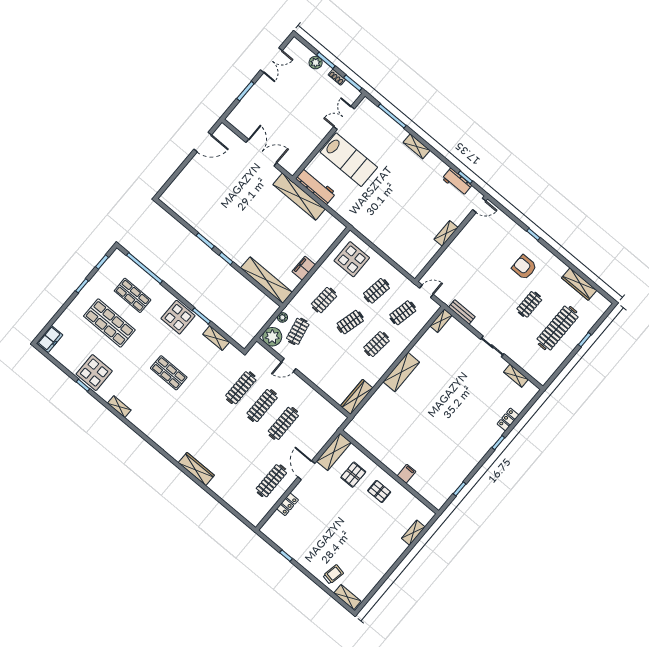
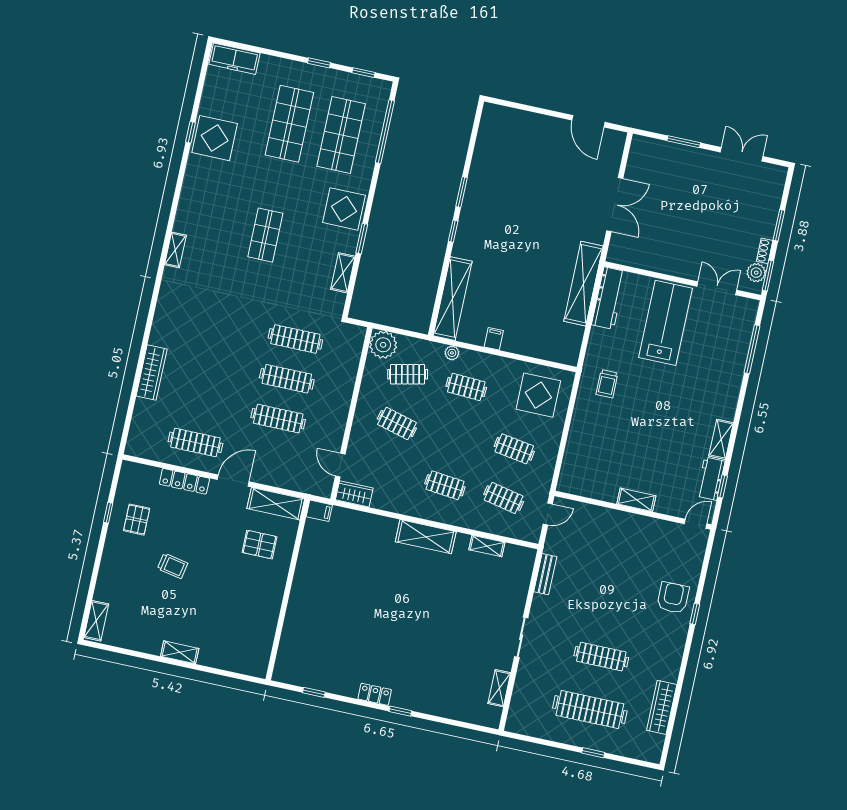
double door: (271, 60) -> (742, 154), swing flipped
plant: (316, 63) -> (756, 273), moved
shelving: (417, 146) -> (721, 439), moved
lab bench: (349, 160) -> (666, 323), turned 180
door: (479, 205) -> (696, 524), swing flipped
trolley: (367, 214) -> (607, 384), added
armchair: (524, 267) -> (673, 598), moved
filing cabinet: (304, 268) -> (494, 339), width x0.50
door: (426, 291) -> (548, 514), hinge flipped
shop shelf: (133, 295) -> (341, 135), width x1.43, depth x1.36
clothes rail: (529, 304) -> (601, 657), width x1.36
plant: (282, 317) -> (452, 353), moved
shelving: (441, 321) -> (487, 546), moved
clothes rail: (350, 322) -> (397, 423), moved
freezer: (50, 339) -> (234, 59), width x1.40
door: (289, 365) -> (340, 465), moved
wardrobe: (357, 397) -> (354, 494), width x0.67
shelving: (119, 407) -> (175, 250), moved
locker: (508, 419) -> (375, 694), moved
wardrobe: (196, 469) -> (152, 372), moved
filing cabinet: (406, 474) -> (319, 511), moved
pallet: (379, 491) -> (137, 520), moved
locker: (288, 504) -> (184, 481), width x1.53
shelving: (413, 533) -> (180, 652), moved
trolley: (333, 574) -> (173, 566), moved

